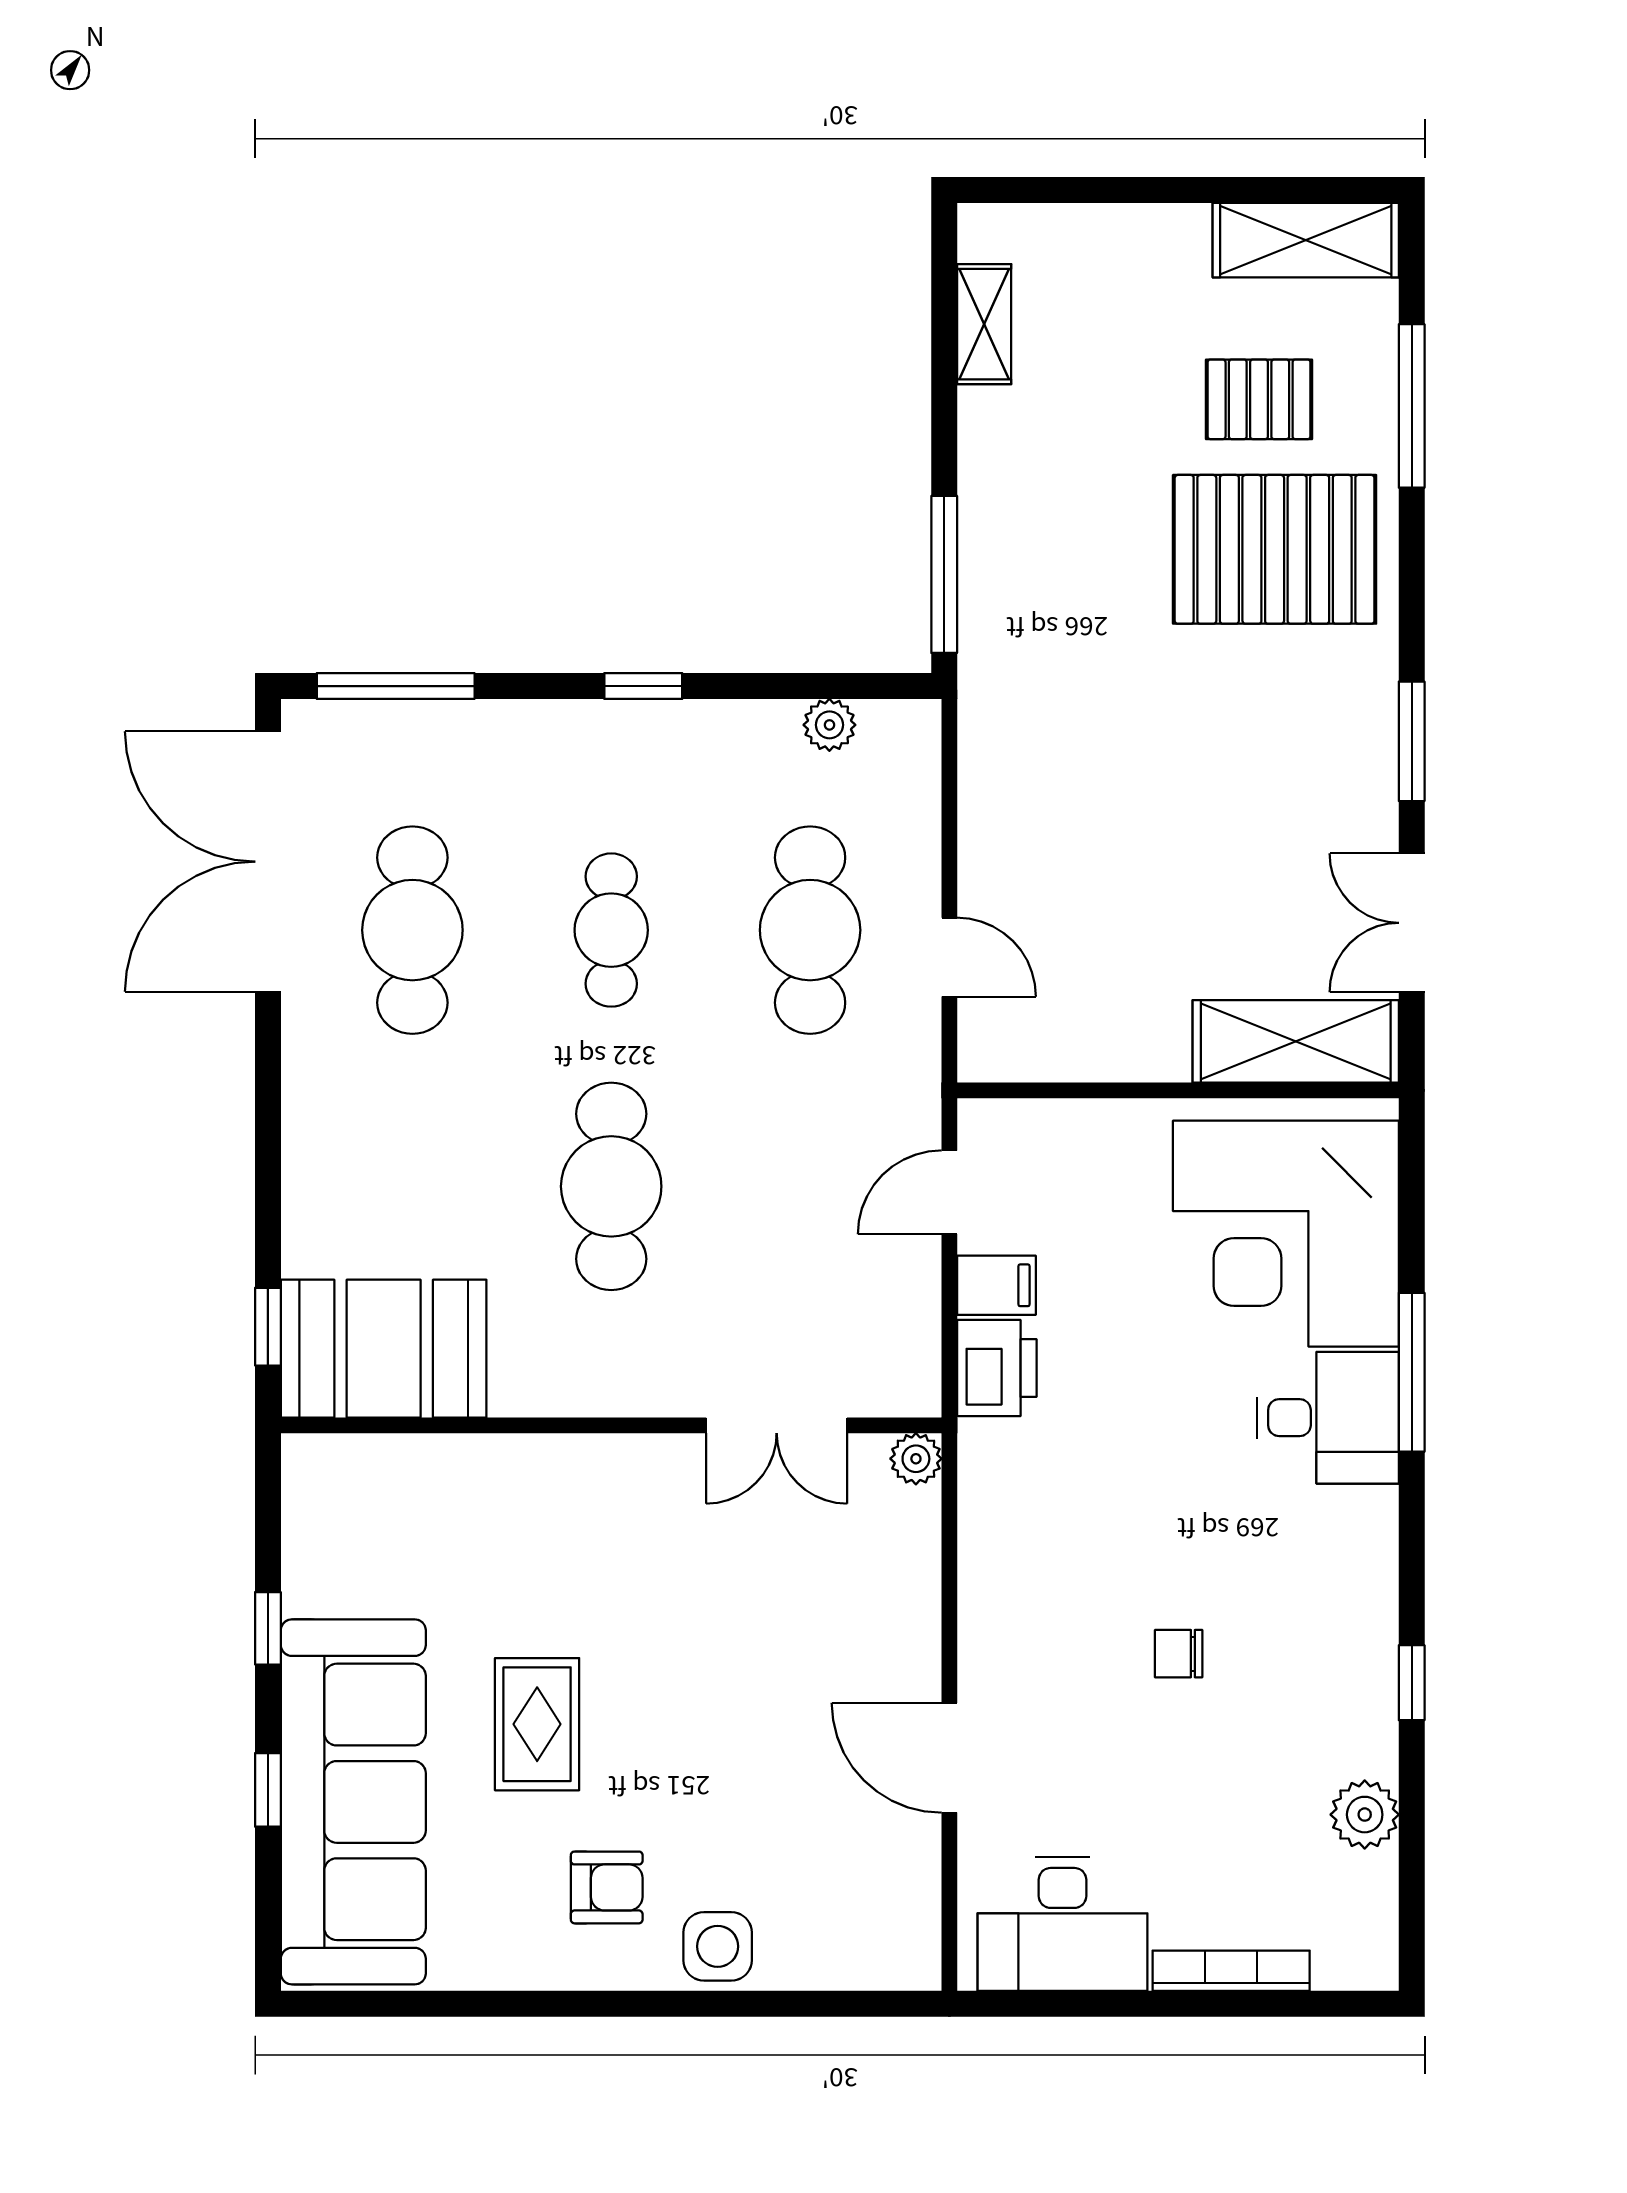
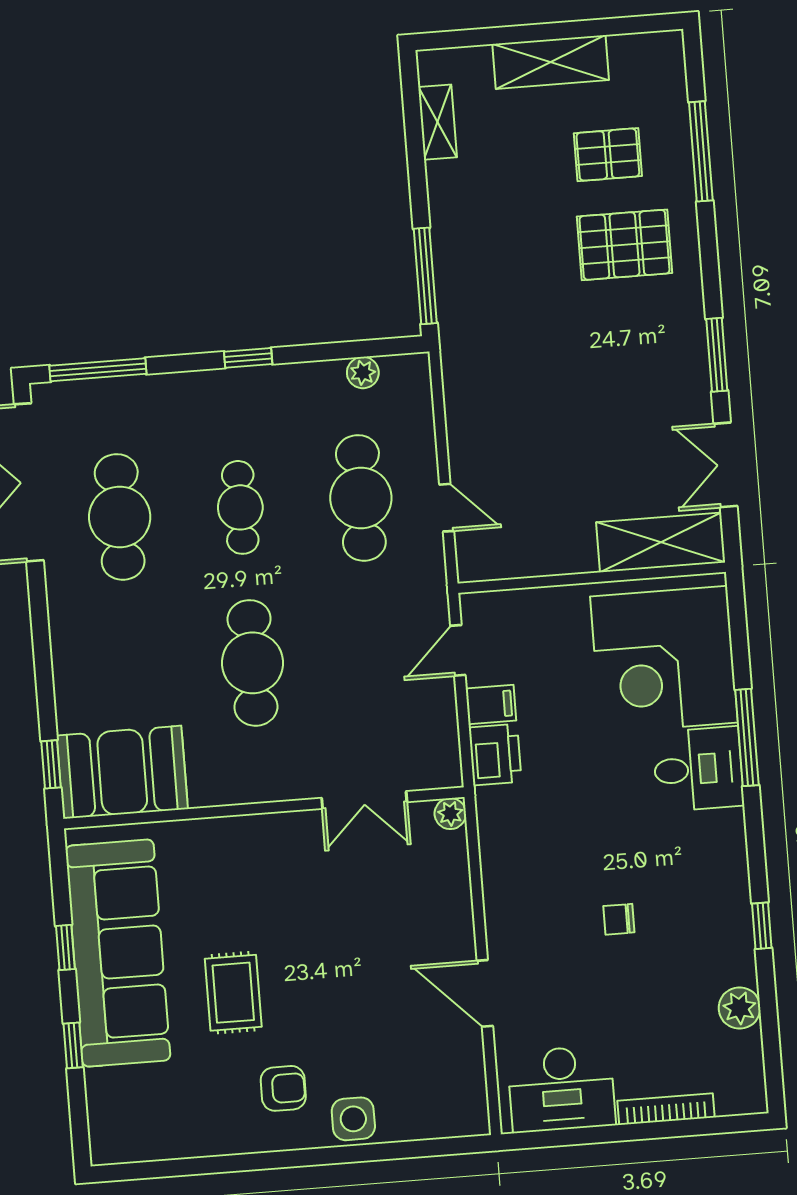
shelving: (1306, 240) -> (551, 62), moved
pallet: (1275, 549) -> (624, 245), width x0.73, depth x0.71
sofa: (353, 1802) -> (118, 953), moved

